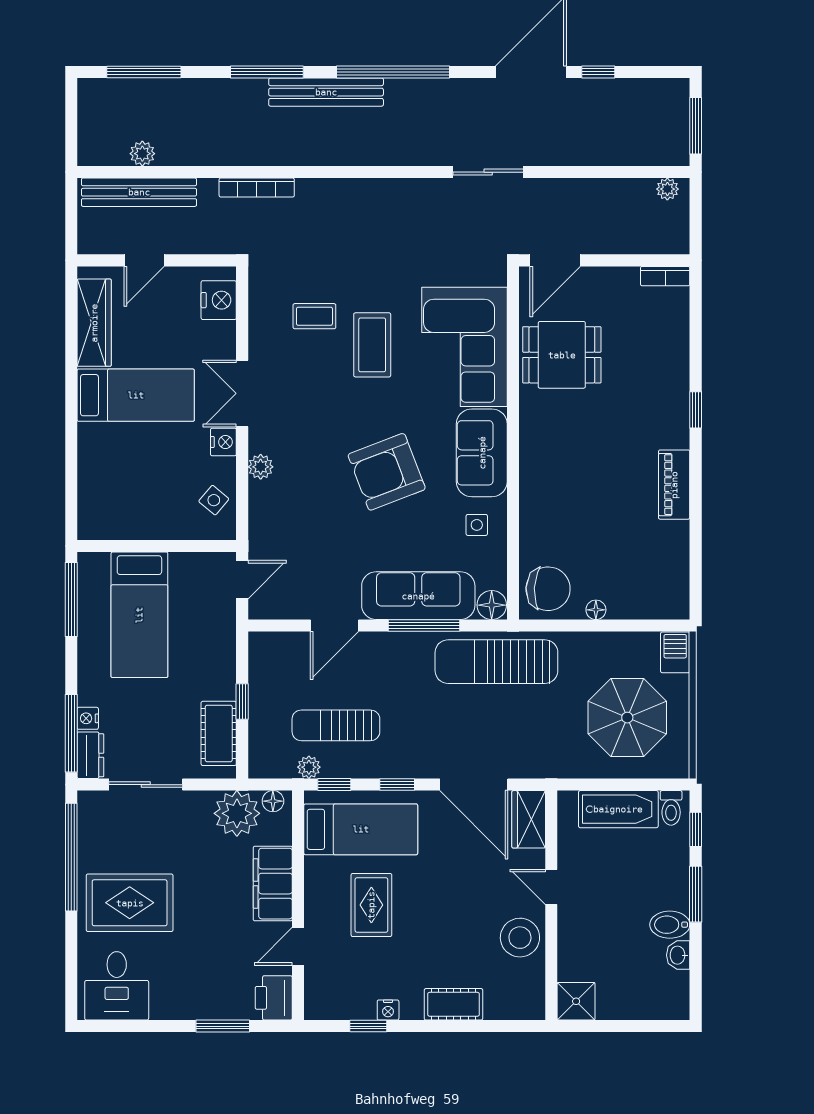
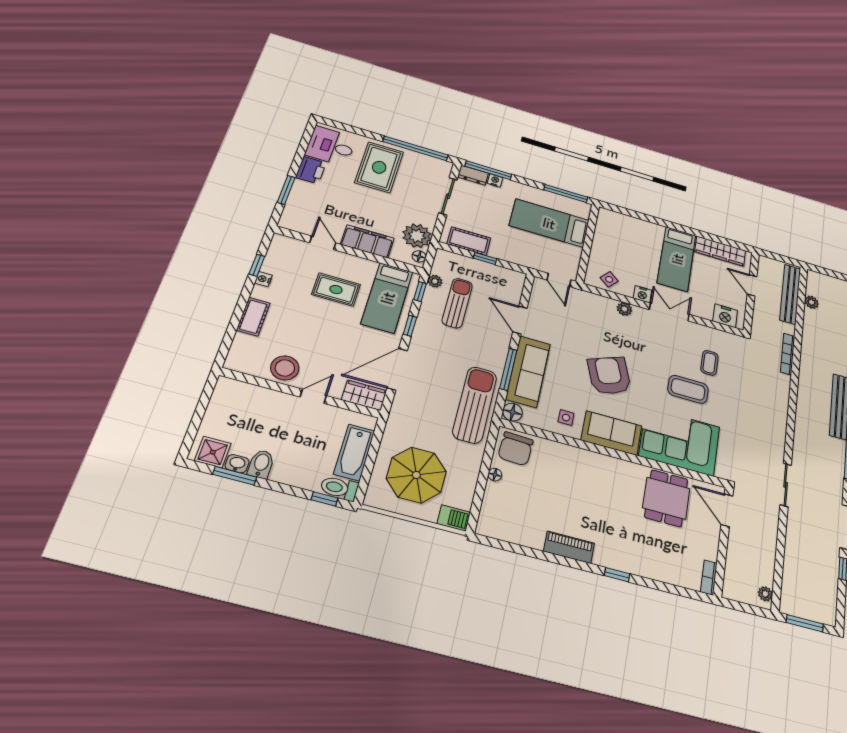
toilet: (671, 808) -> (339, 488), width x1.37, depth x1.39
window: (696, 894) -> (235, 476), moved
printer: (274, 998) -> (311, 170), moved, turned 90
shower: (576, 1001) -> (213, 452), moved

